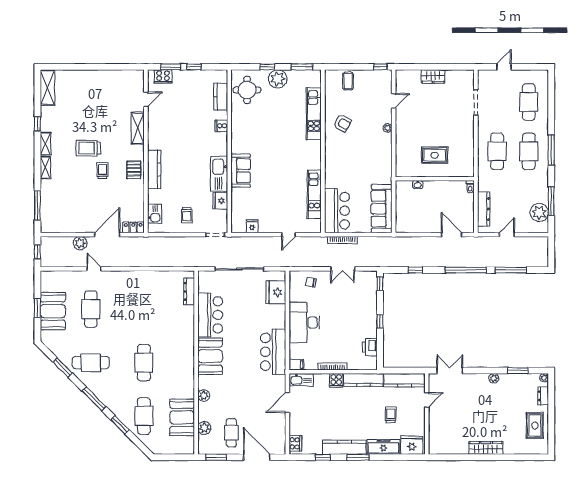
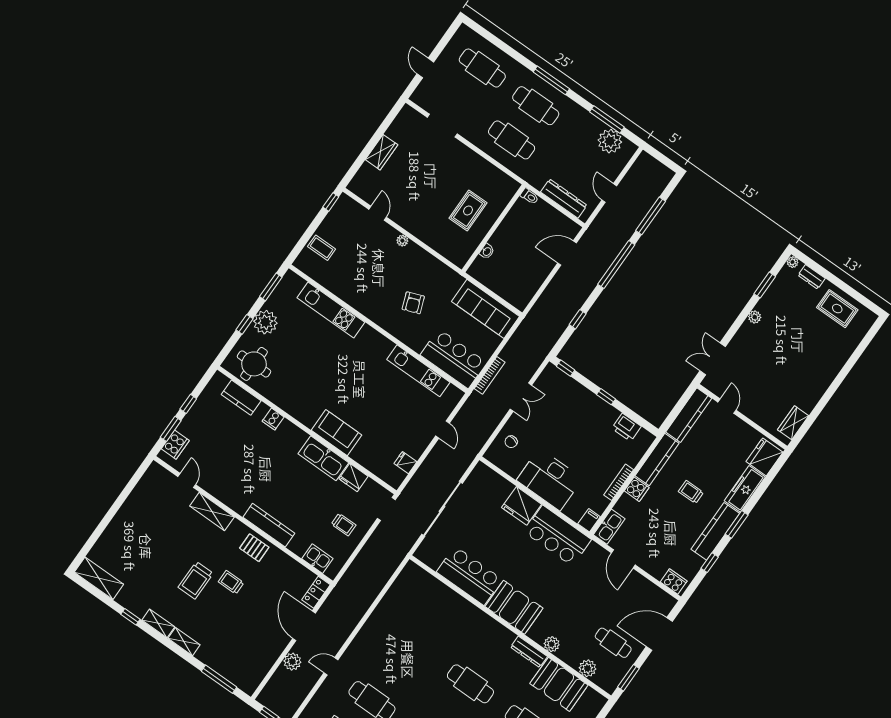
armchair: (342, 123) -> (413, 303), moved, turned 131
dresser: (189, 291) -> (529, 652), moved
fridge: (276, 292) -> (522, 506), moved
trolley: (391, 415) -> (691, 492), moved
wardrobe: (486, 448) -> (793, 423), moved, width x0.67

